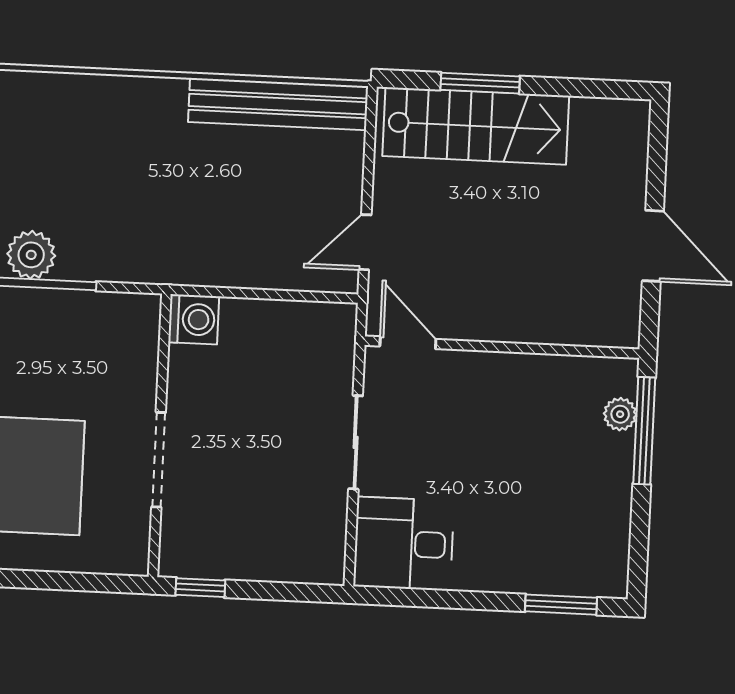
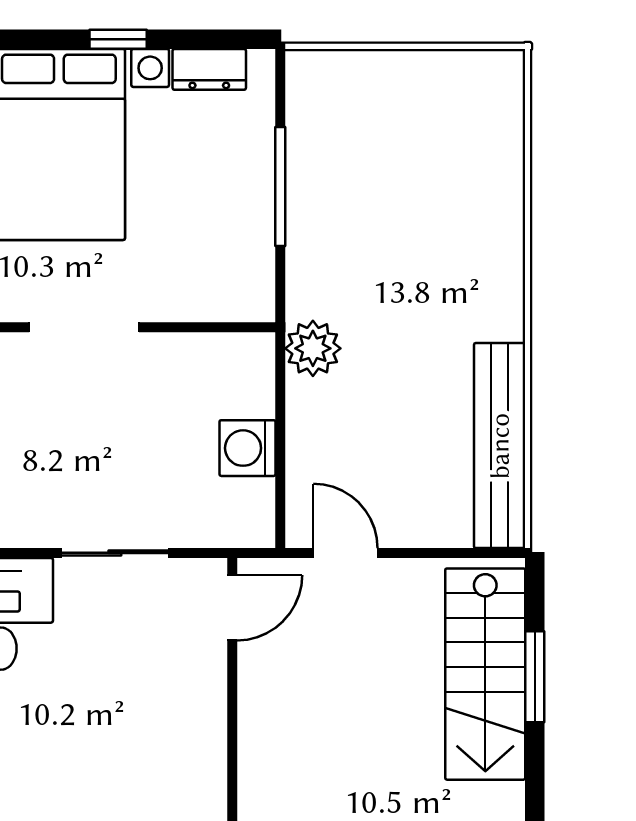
plant: (31, 255) -> (313, 348), moved
washing machine: (194, 319) -> (247, 448), moved, turned 90

